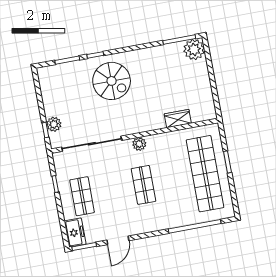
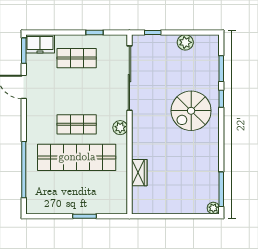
plant: (194, 50) -> (213, 208), width x0.53, depth x0.53
plant: (54, 124) -> (185, 42), moved
shop shelf: (205, 174) -> (77, 157), moved

